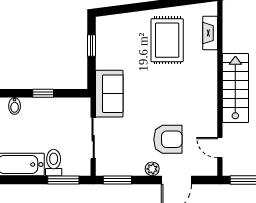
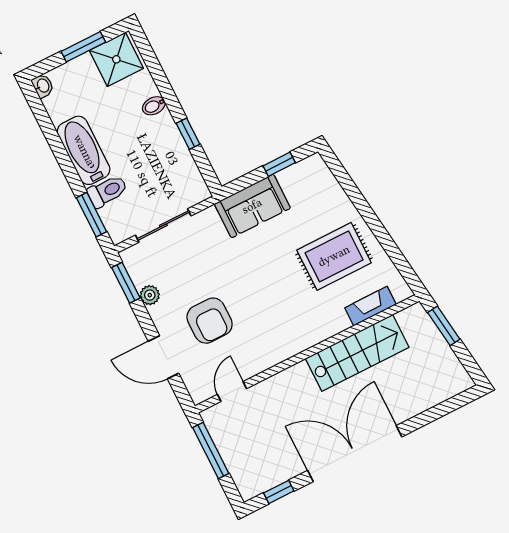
stairs: (235, 88) -> (357, 353), moved
sofa: (109, 94) -> (252, 206), moved
plant: (152, 169) -> (150, 295), moved

